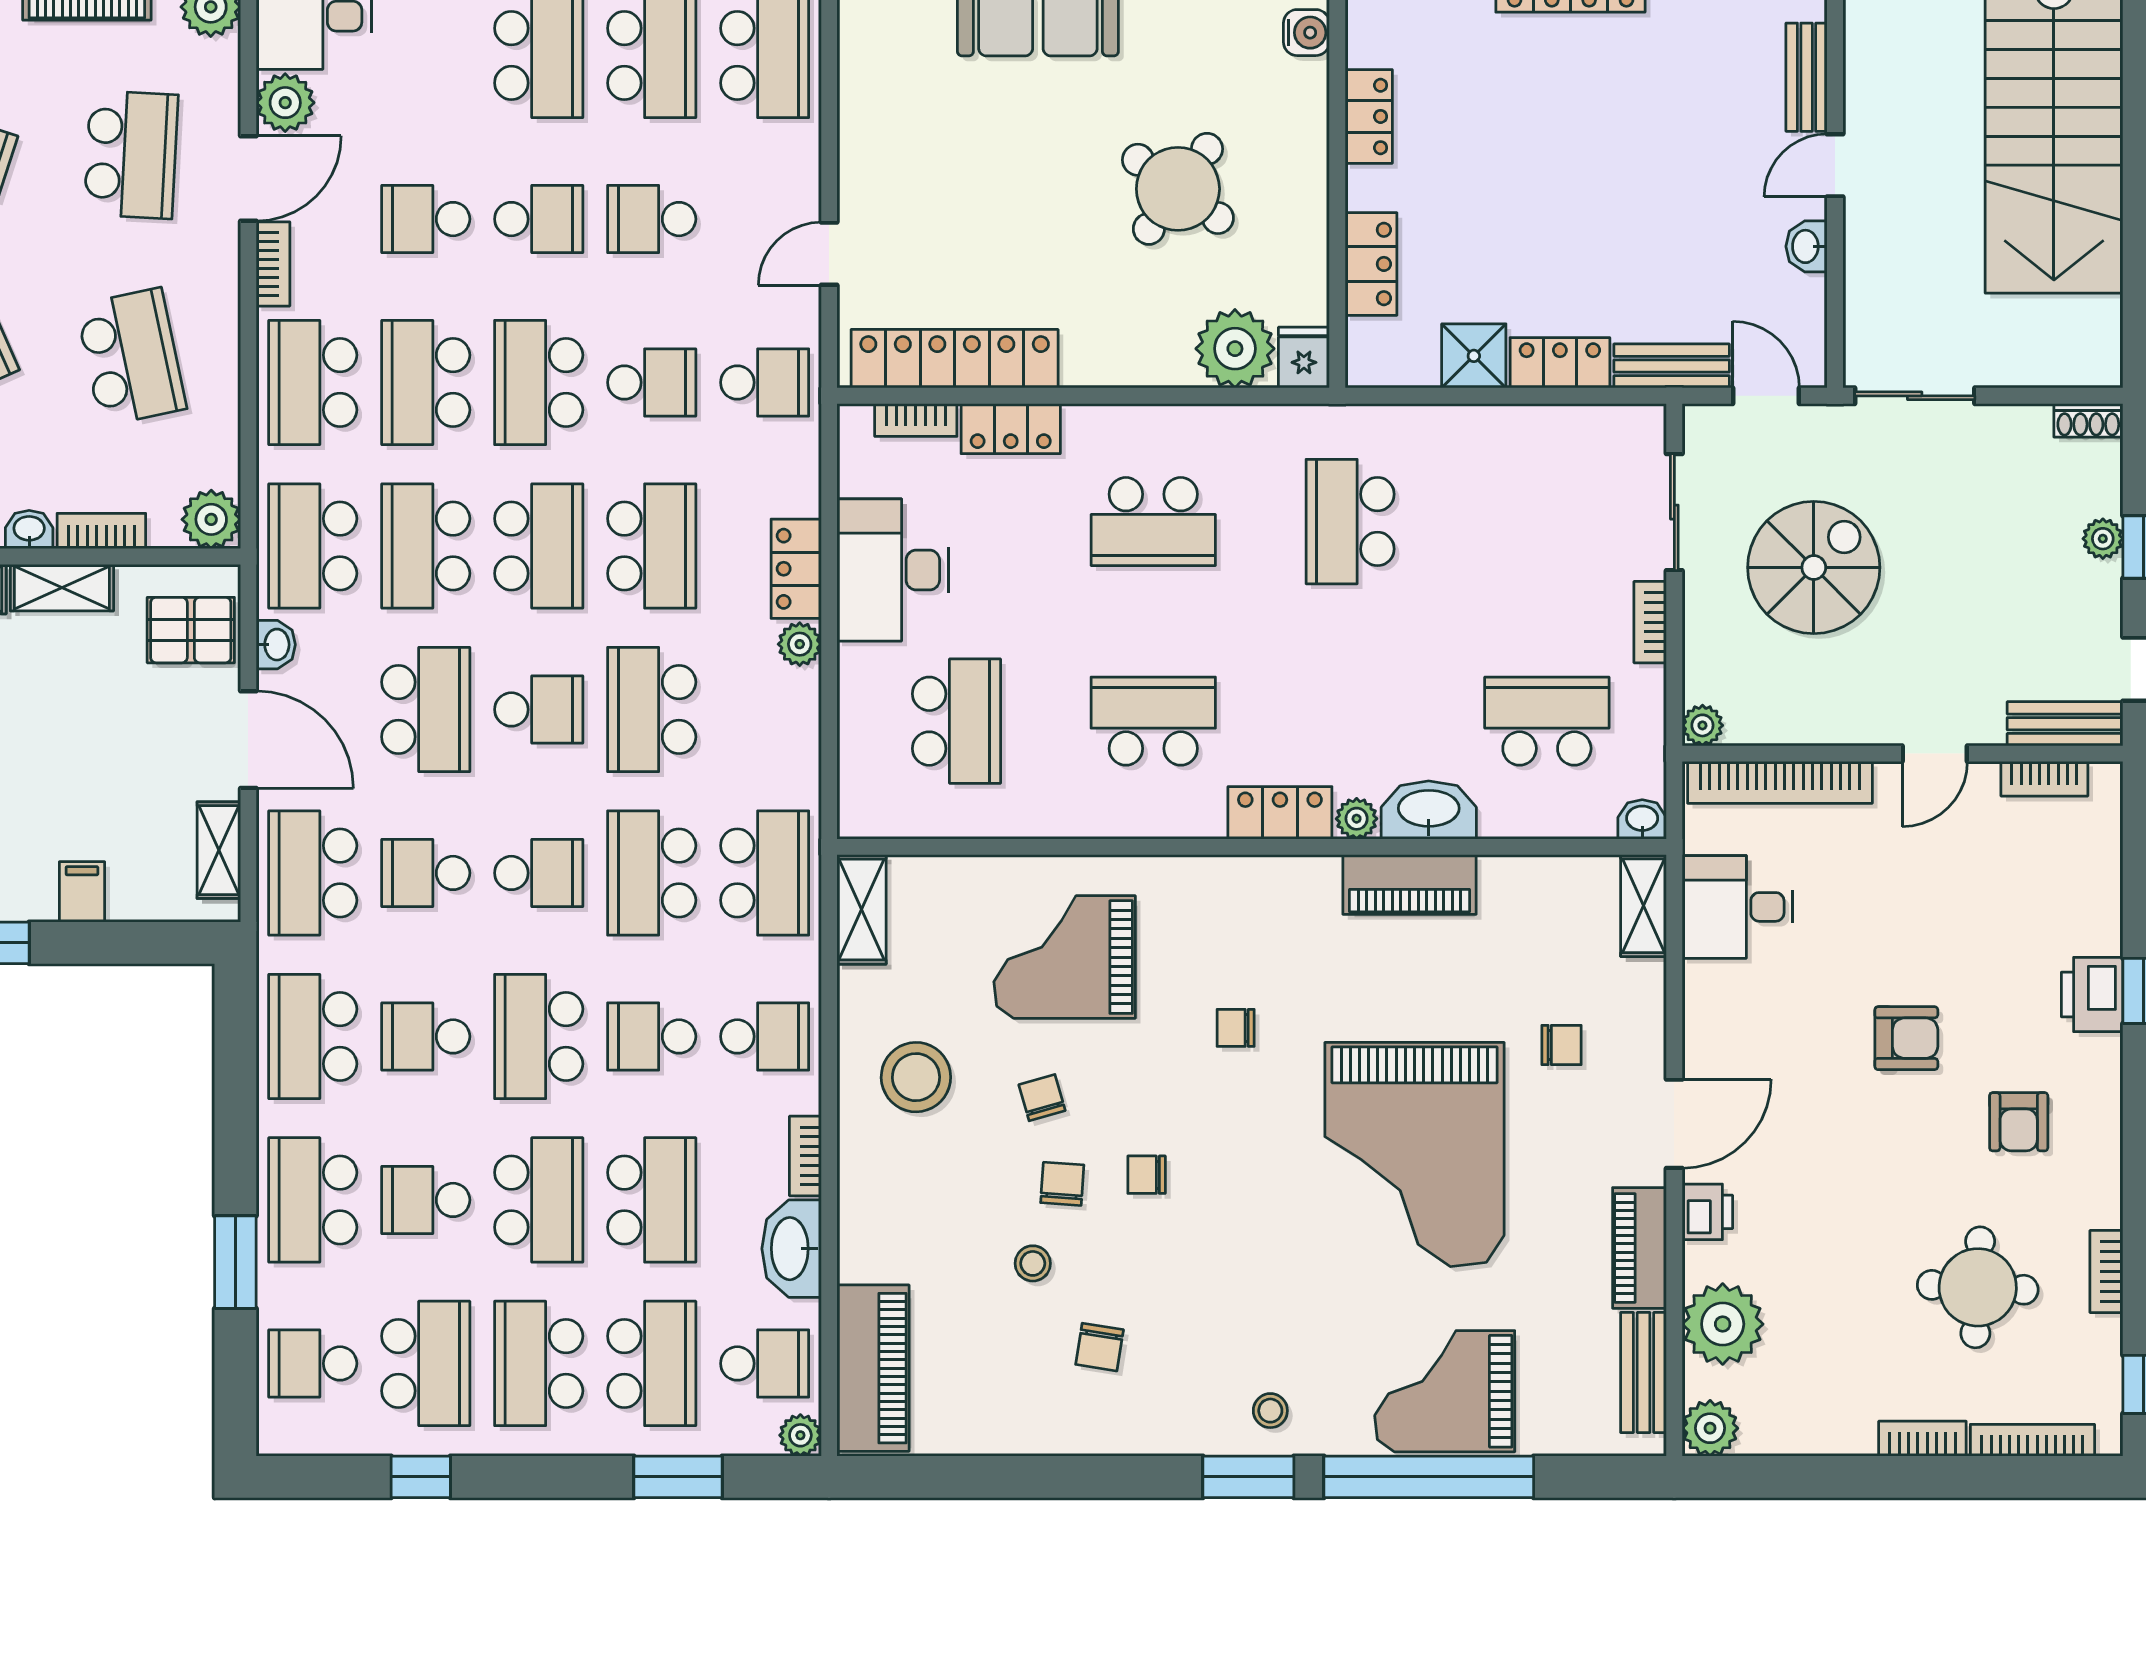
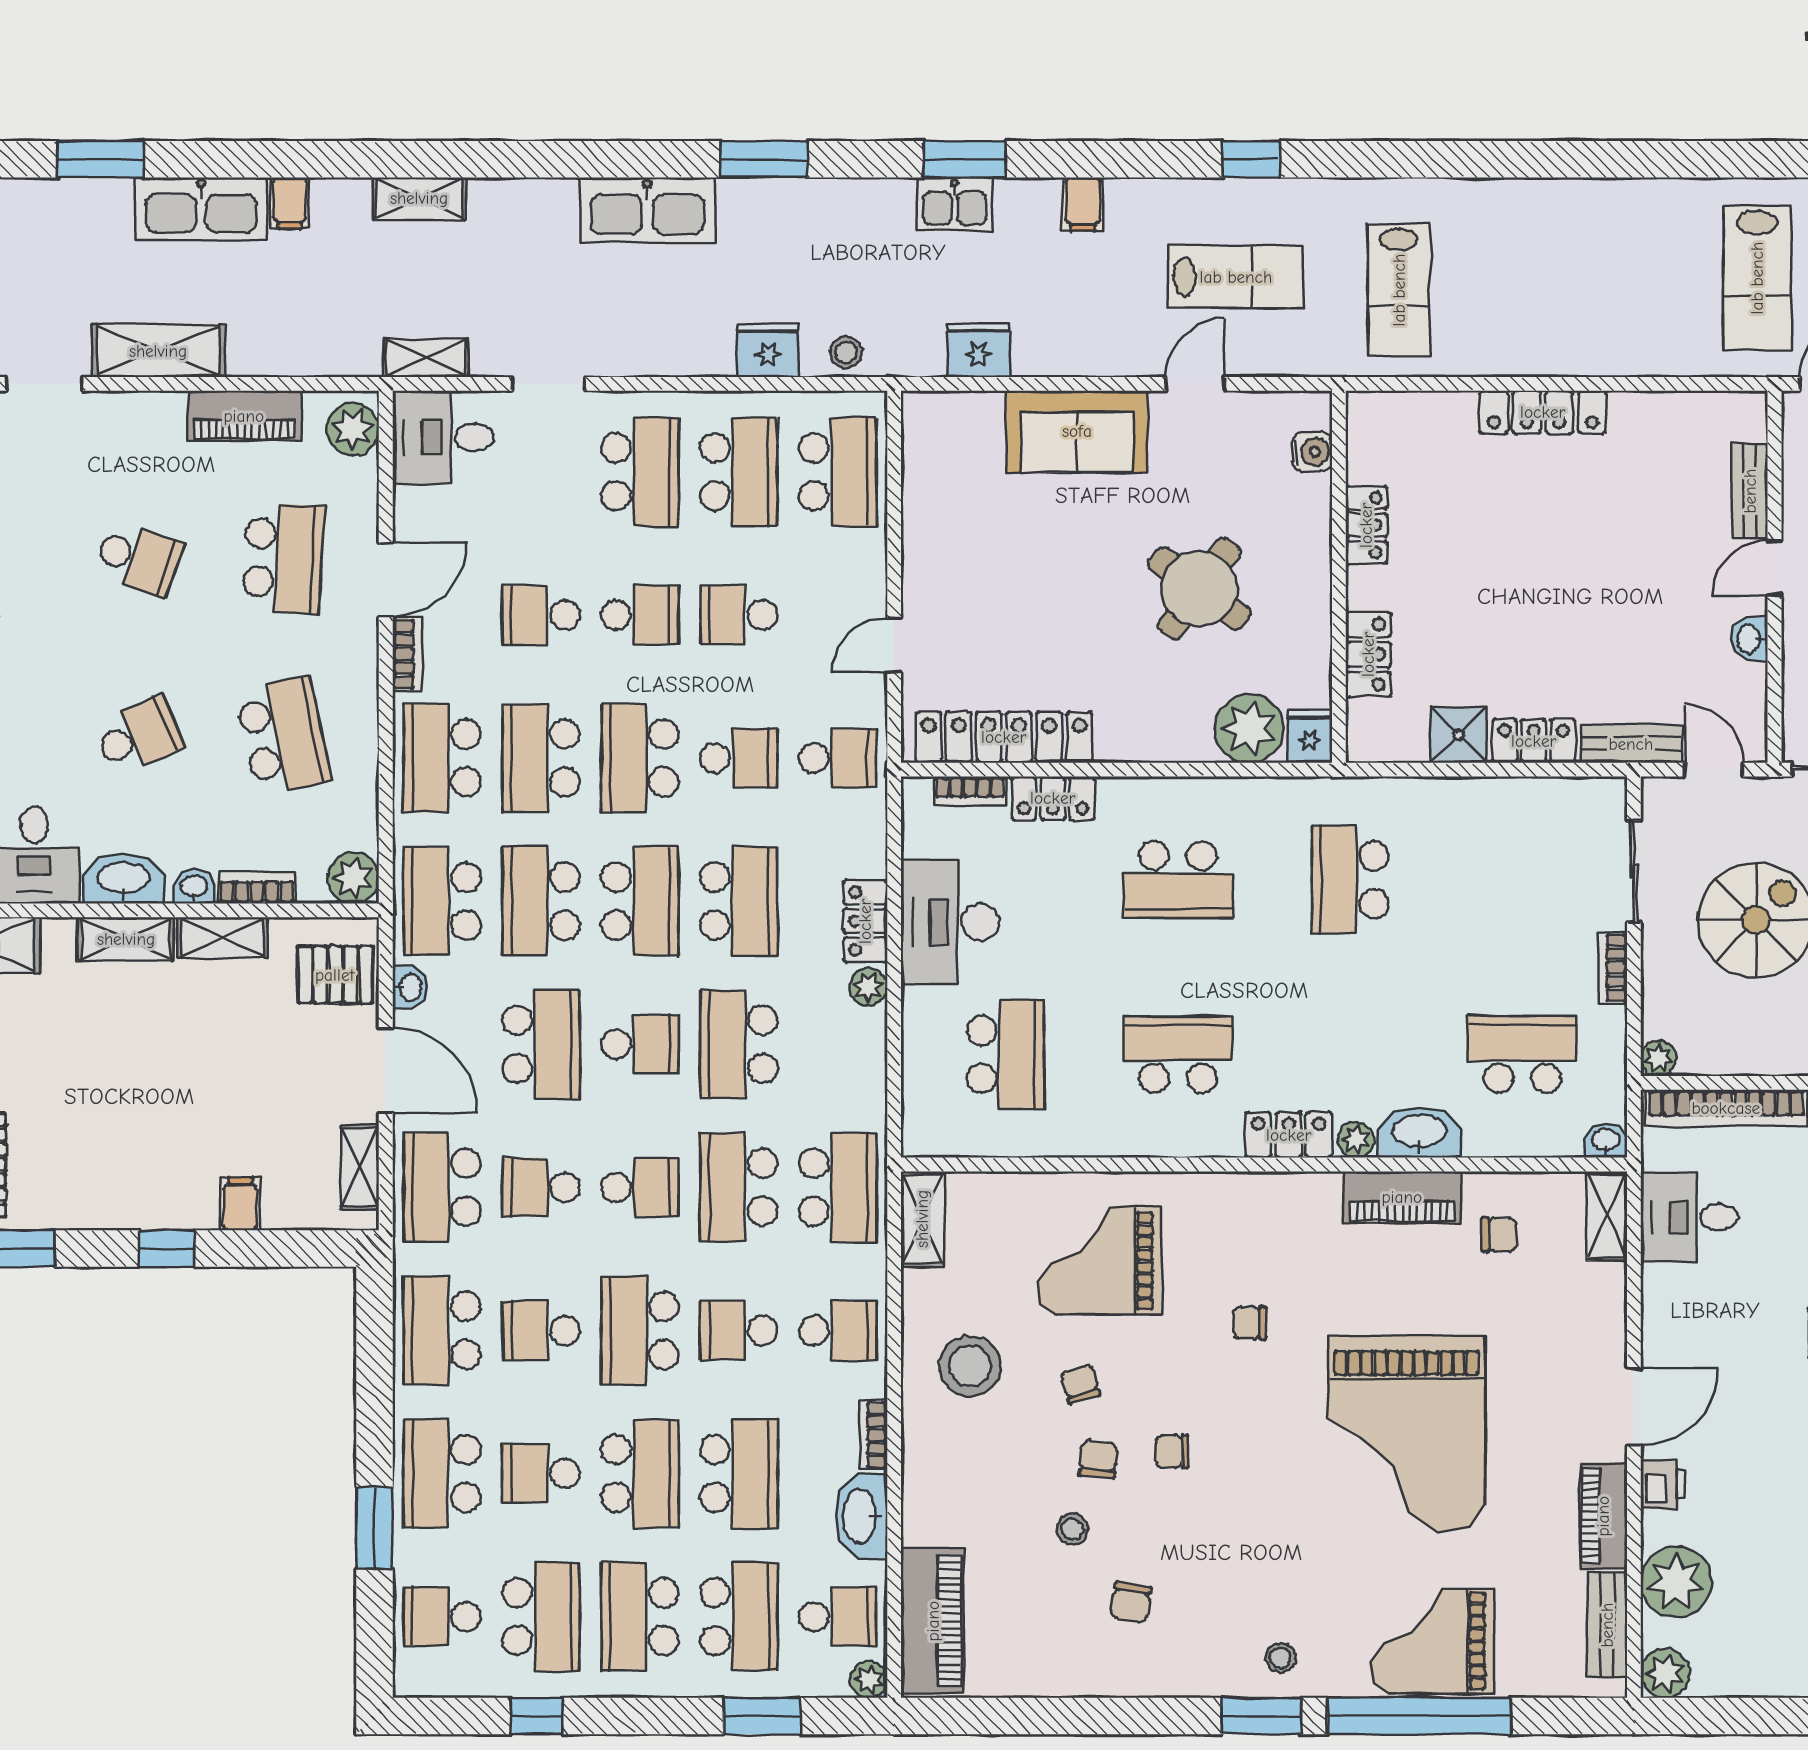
plant: (285, 103) -> (418, 513), removed
chair: (1562, 1045) -> (1499, 1235), moved

